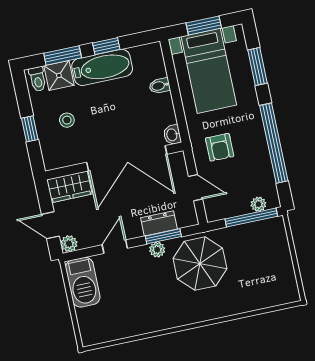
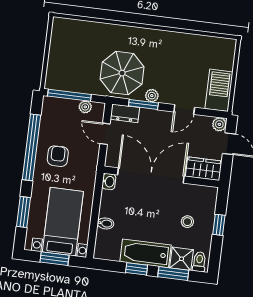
armchair: (220, 147) -> (58, 156), moved
plant: (258, 204) -> (85, 107), moved
dresser: (159, 223) -> (125, 113), moved

